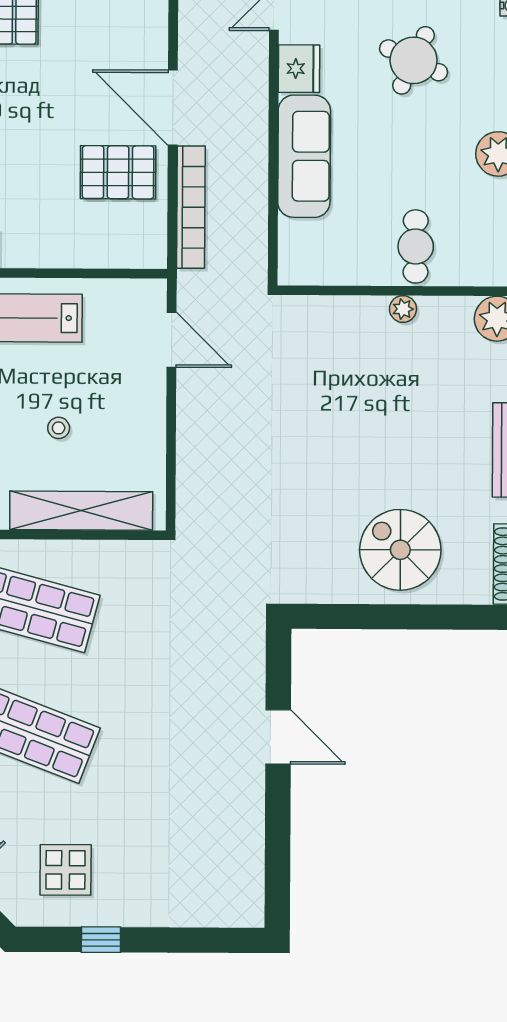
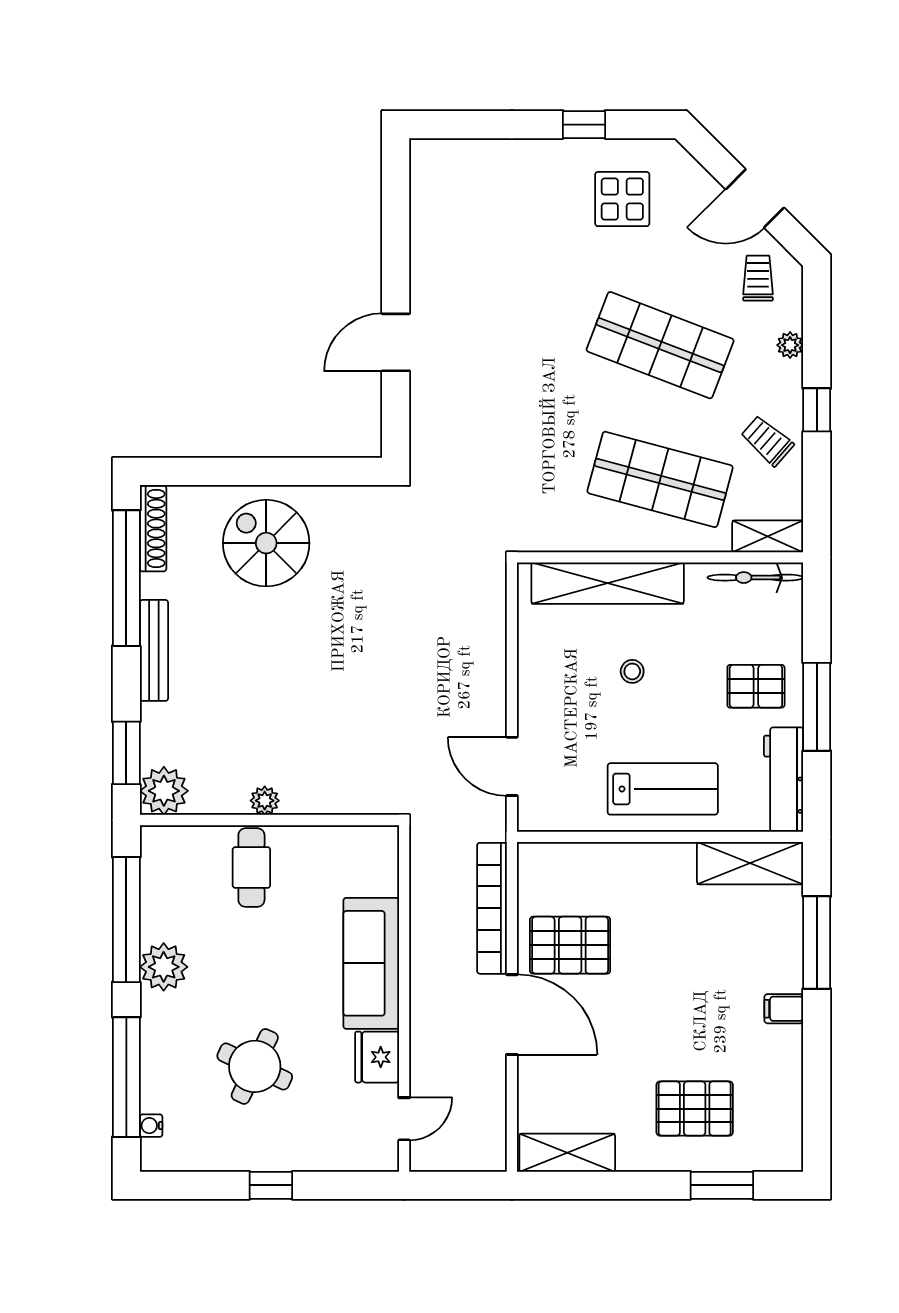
spiral stairs: (400, 550) -> (266, 543), turned 180
door: (278, 737) -> (396, 342), hinge flipped

